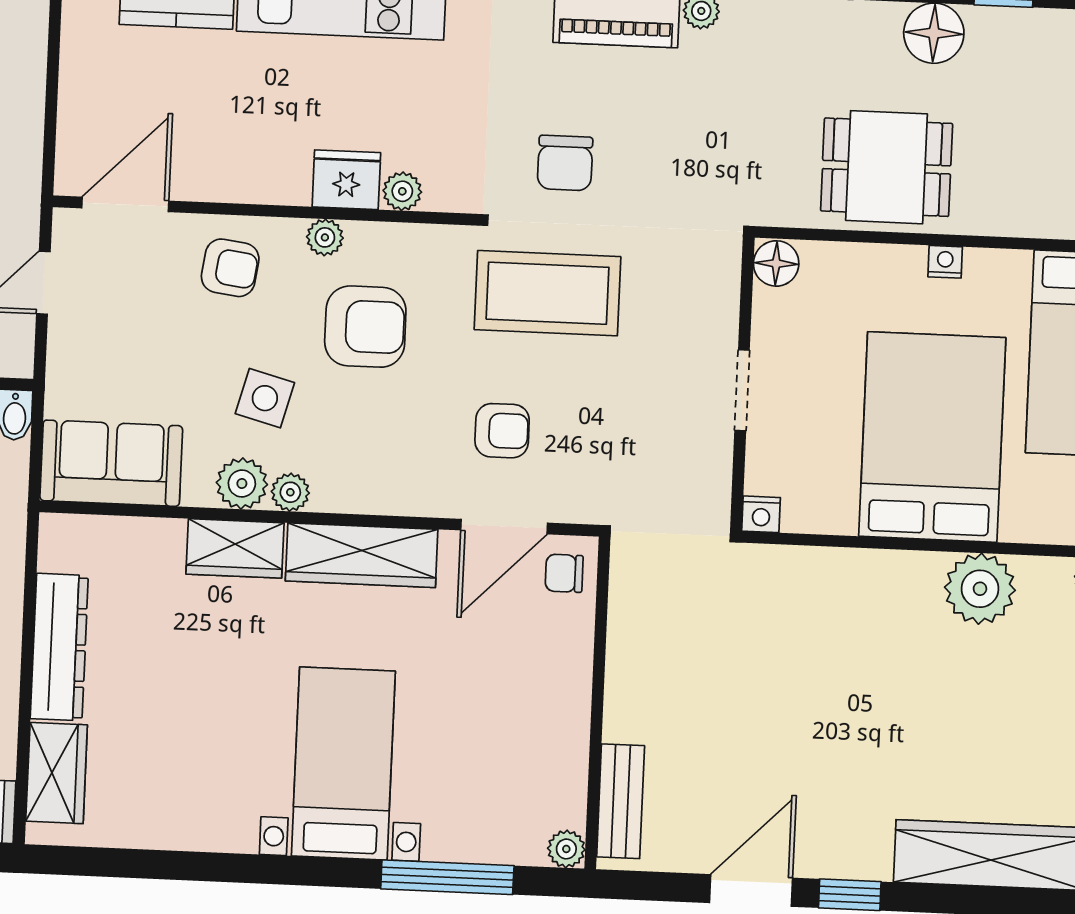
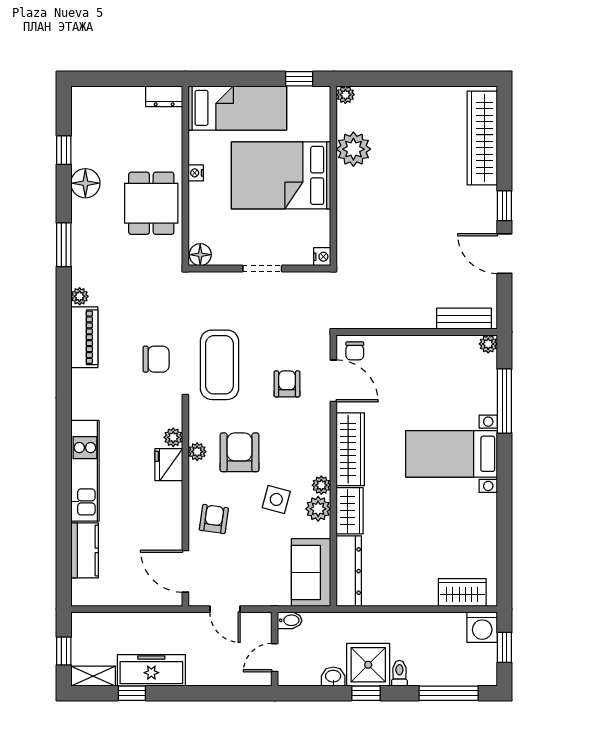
plant: (325, 237) -> (197, 452), moved
dresser: (59, 647) -> (349, 571), moved, turned 90

